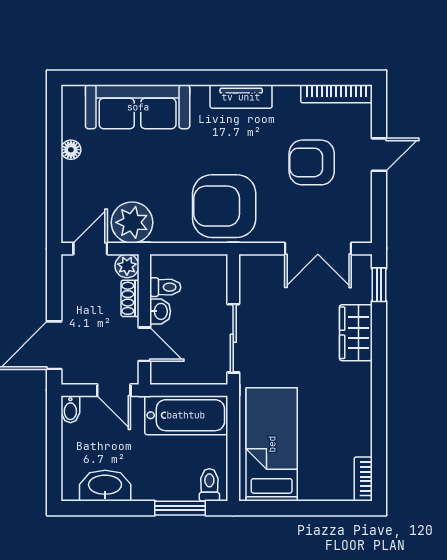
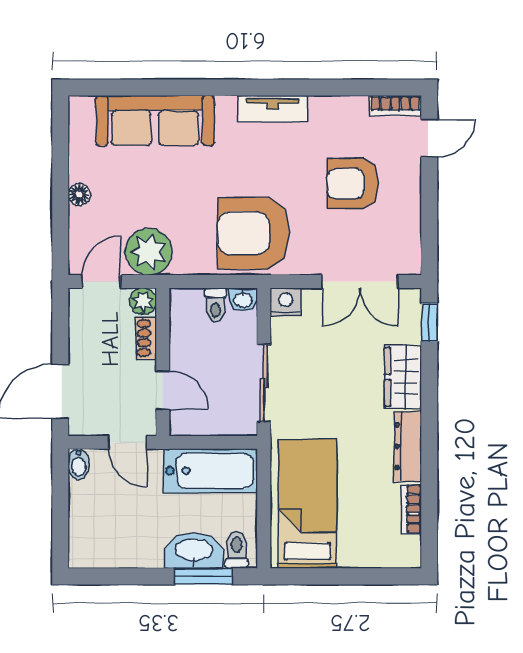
bookcase: (336, 94) -> (395, 106), width x0.64
floor lamp: (71, 150) -> (79, 194), moved
door: (379, 155) -> (429, 138), moved
nightstand: (253, 267) -> (286, 302), added
toilet: (165, 287) -> (215, 305), moved, turned 90
washbasin: (160, 311) -> (243, 299), moved, turned 90
dresser: (360, 394) -> (408, 446), added
bookcase: (363, 479) -> (411, 509), moved
washbasin: (105, 486) -> (194, 551), moved

